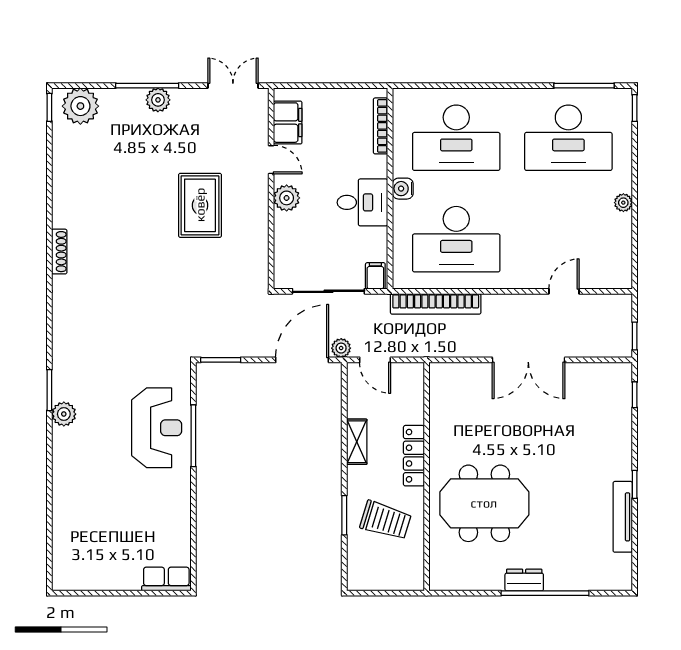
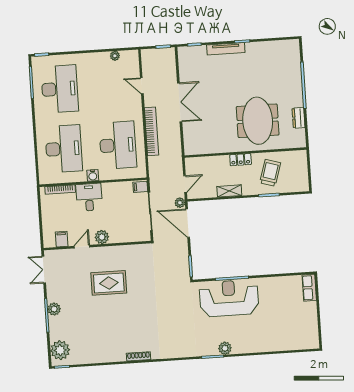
filing cabinet: (288, 123) -> (62, 239), width x0.50
desk: (362, 202) -> (89, 197), moved
plant: (623, 203) -> (115, 56), moved
bookcase: (436, 304) -> (152, 131), moved
reception desk: (157, 428) -> (229, 298), width x1.36, depth x1.30
locker: (414, 456) -> (241, 160), width x0.66
tv unit: (623, 517) -> (226, 49), moved
dresser: (524, 580) -> (299, 118), moved

